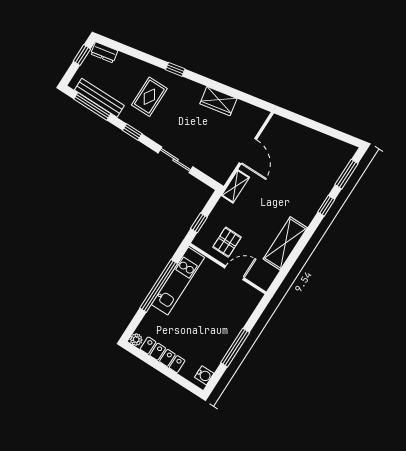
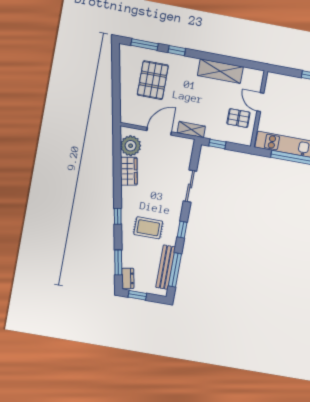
window: (126, 49) -> (118, 262), added
plant: (245, 114) -> (131, 146), added
pallet: (305, 167) -> (153, 80), added
window: (199, 223) -> (217, 144), moved

